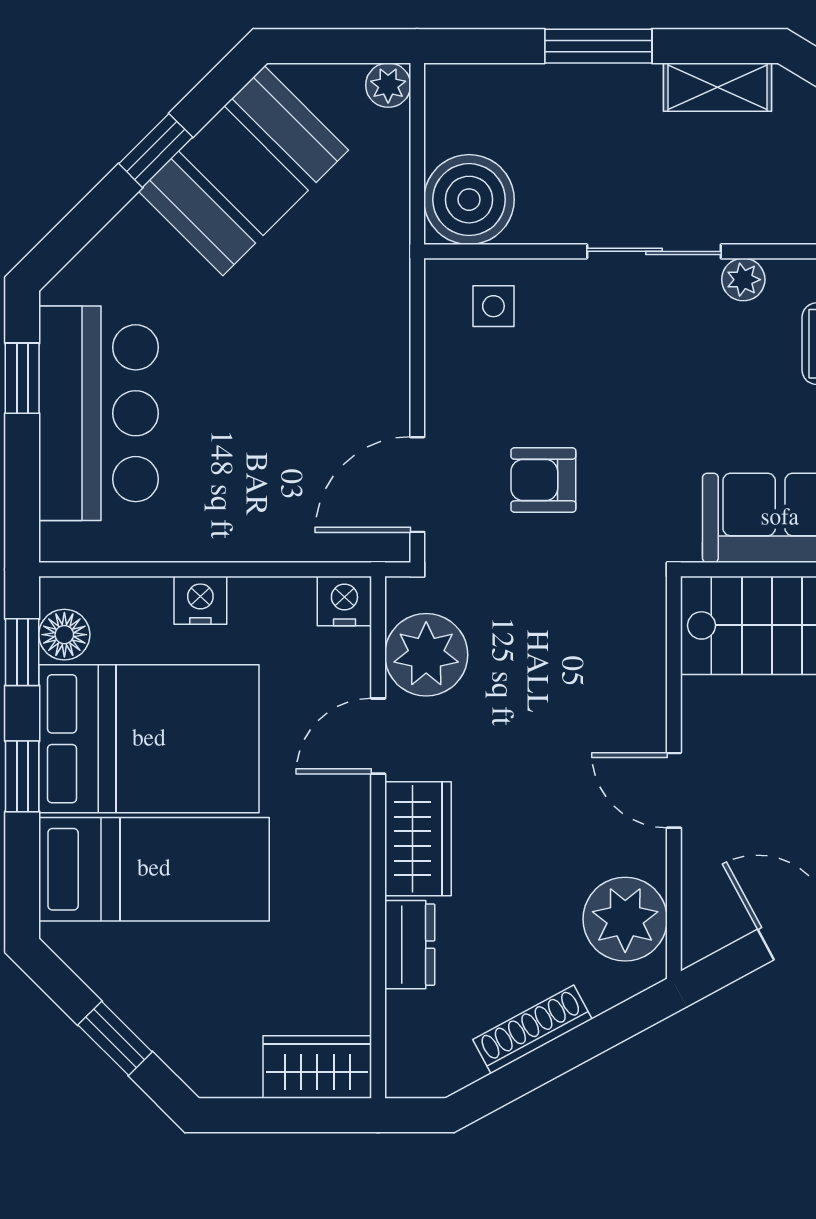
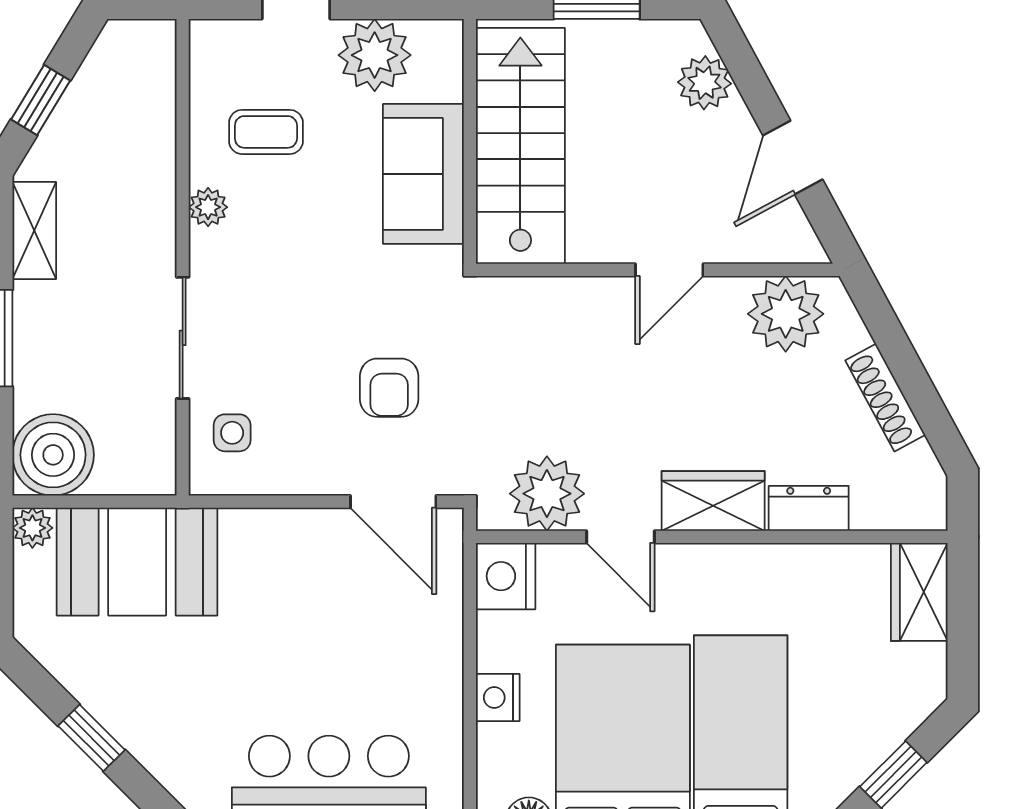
booth: (244, 171) -> (137, 562), moved, turned -45
boiler: (469, 200) -> (53, 455), moved
sliding door: (654, 251) -> (183, 338), moved
nightstand: (344, 601) -> (506, 576), width x1.36, depth x1.33

